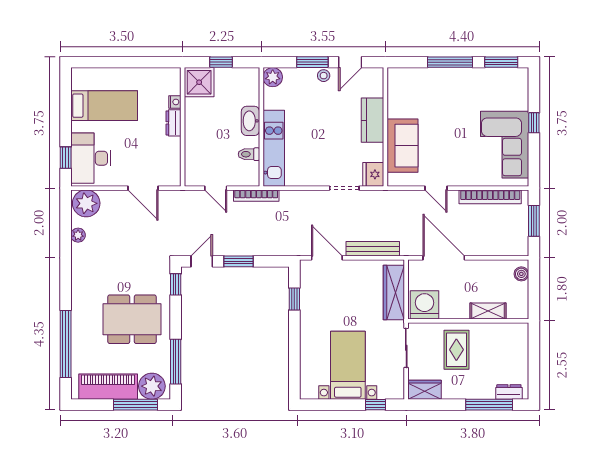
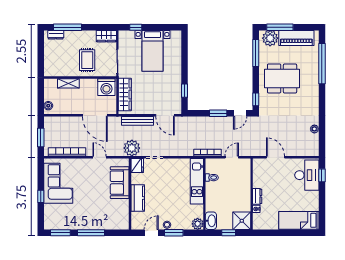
bed: (104, 106) -> (299, 220), moved
washbasin: (250, 121) -> (211, 221), moved
door: (216, 188) -> (232, 157), hinge flipped
plant: (86, 203) -> (132, 148), moved

